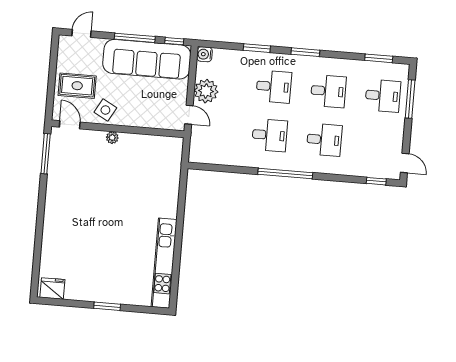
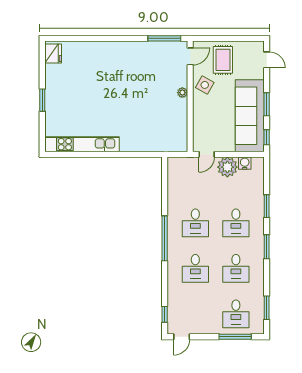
window: (135, 38) -> (267, 104), width x0.69
water cooler: (204, 54) -> (245, 163), moved

